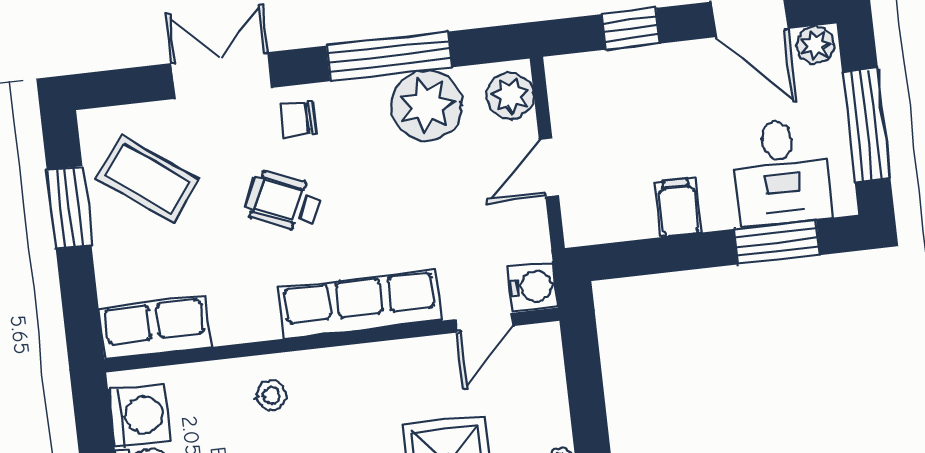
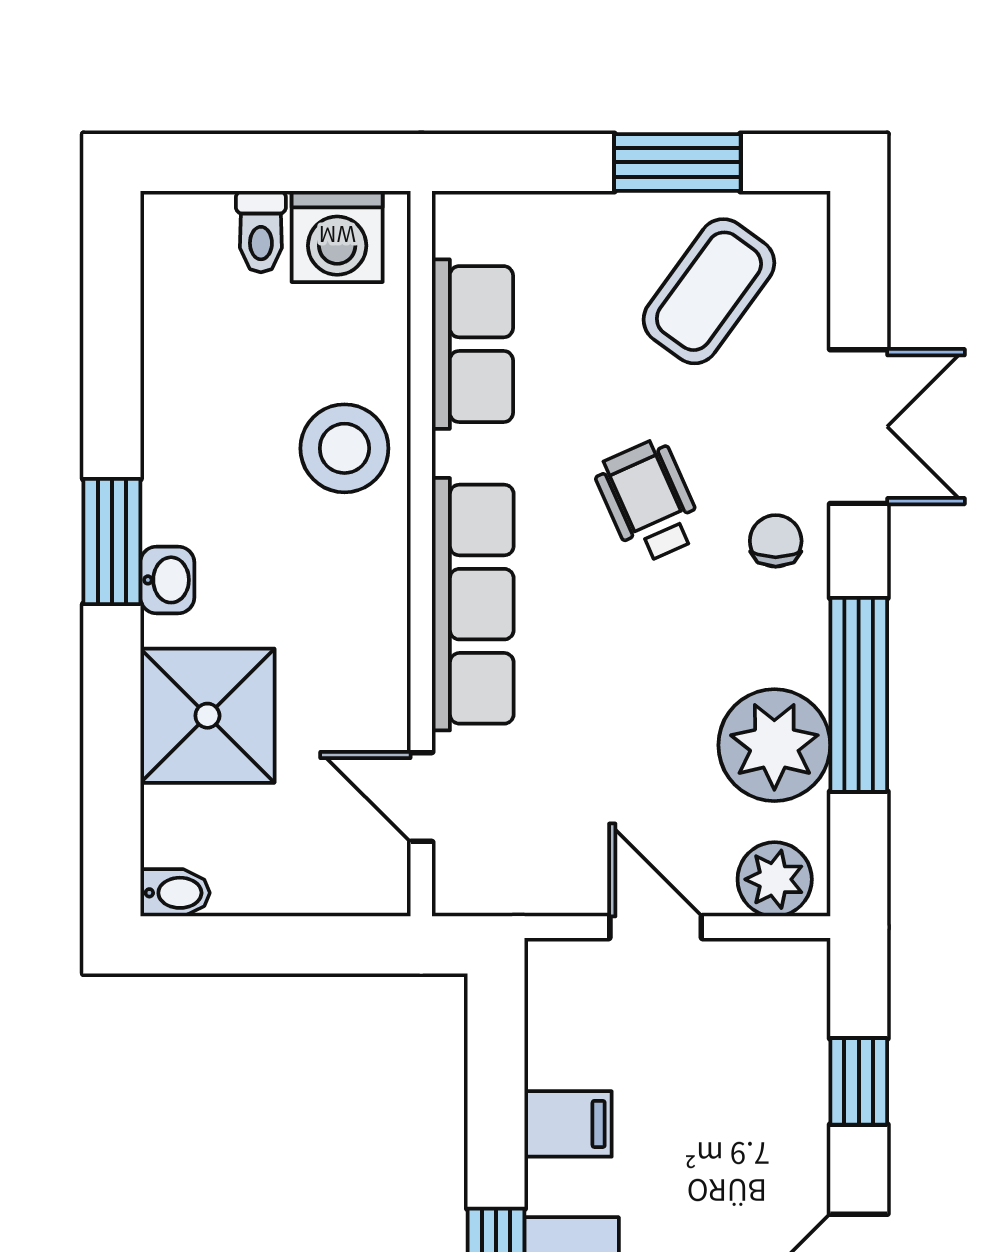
wheelchair: (283, 201) -> (649, 501), turned -47
water cooler: (533, 287) -> (470, 881), removed
row of seats: (154, 328) -> (472, 344), moved
stool: (272, 396) -> (344, 448), width x1.89, depth x1.89

